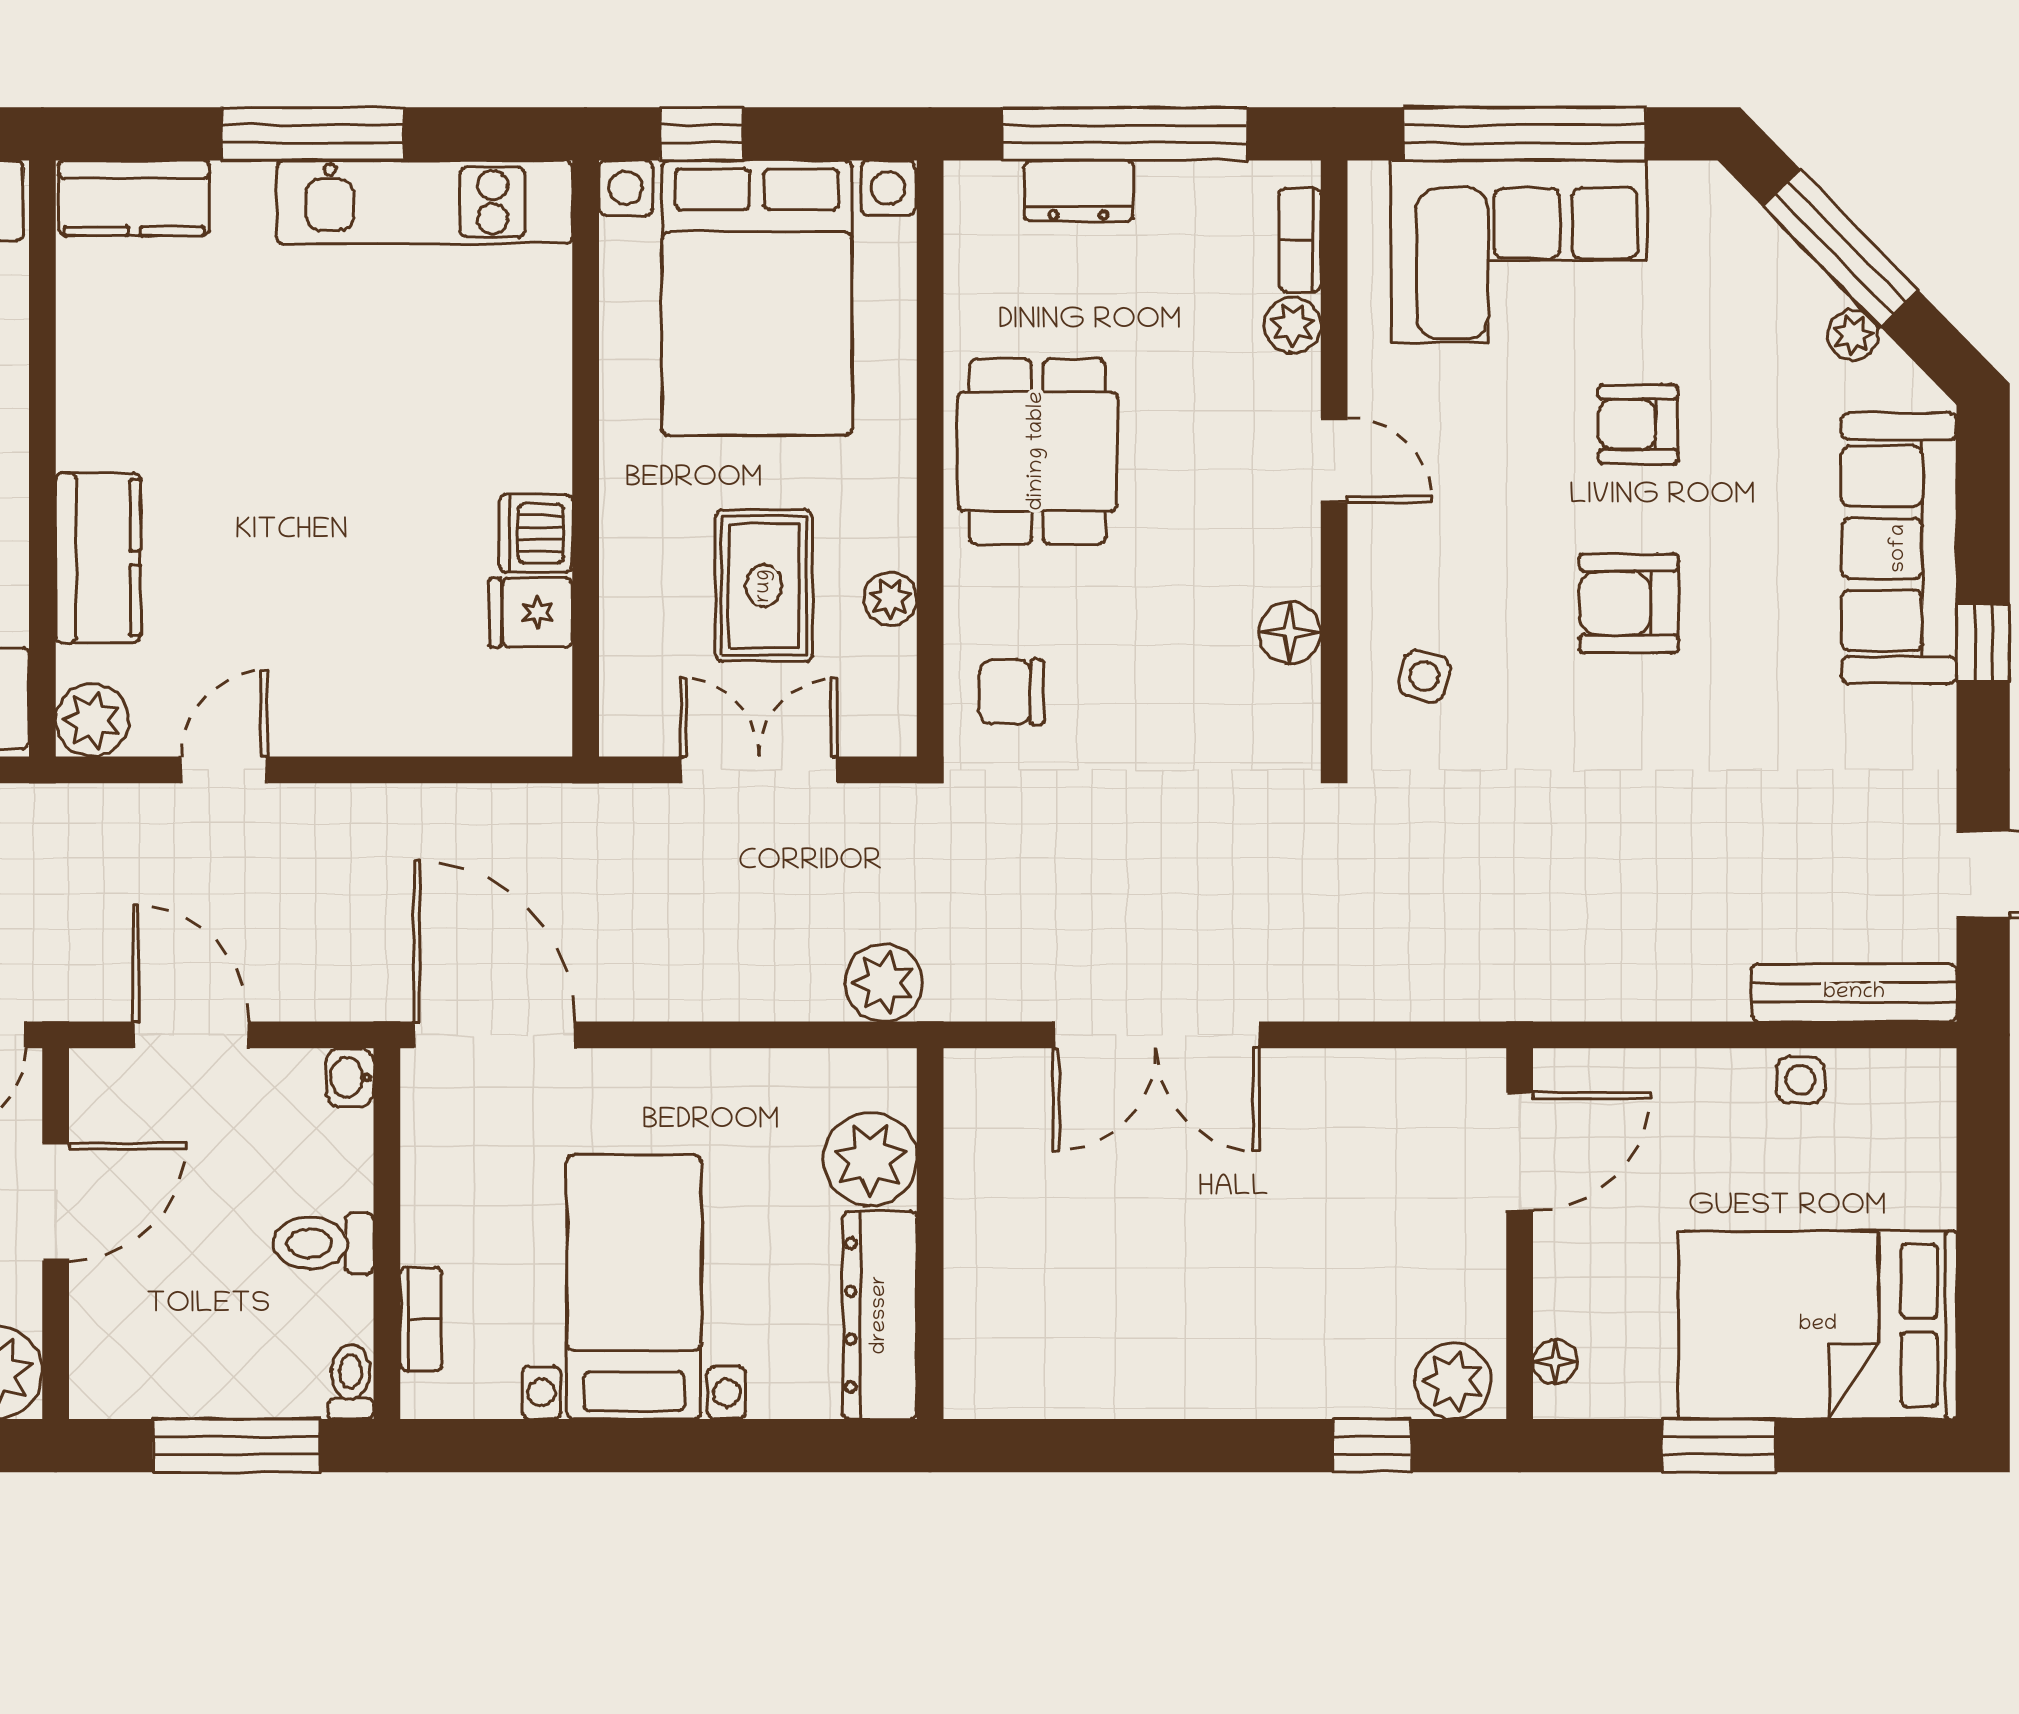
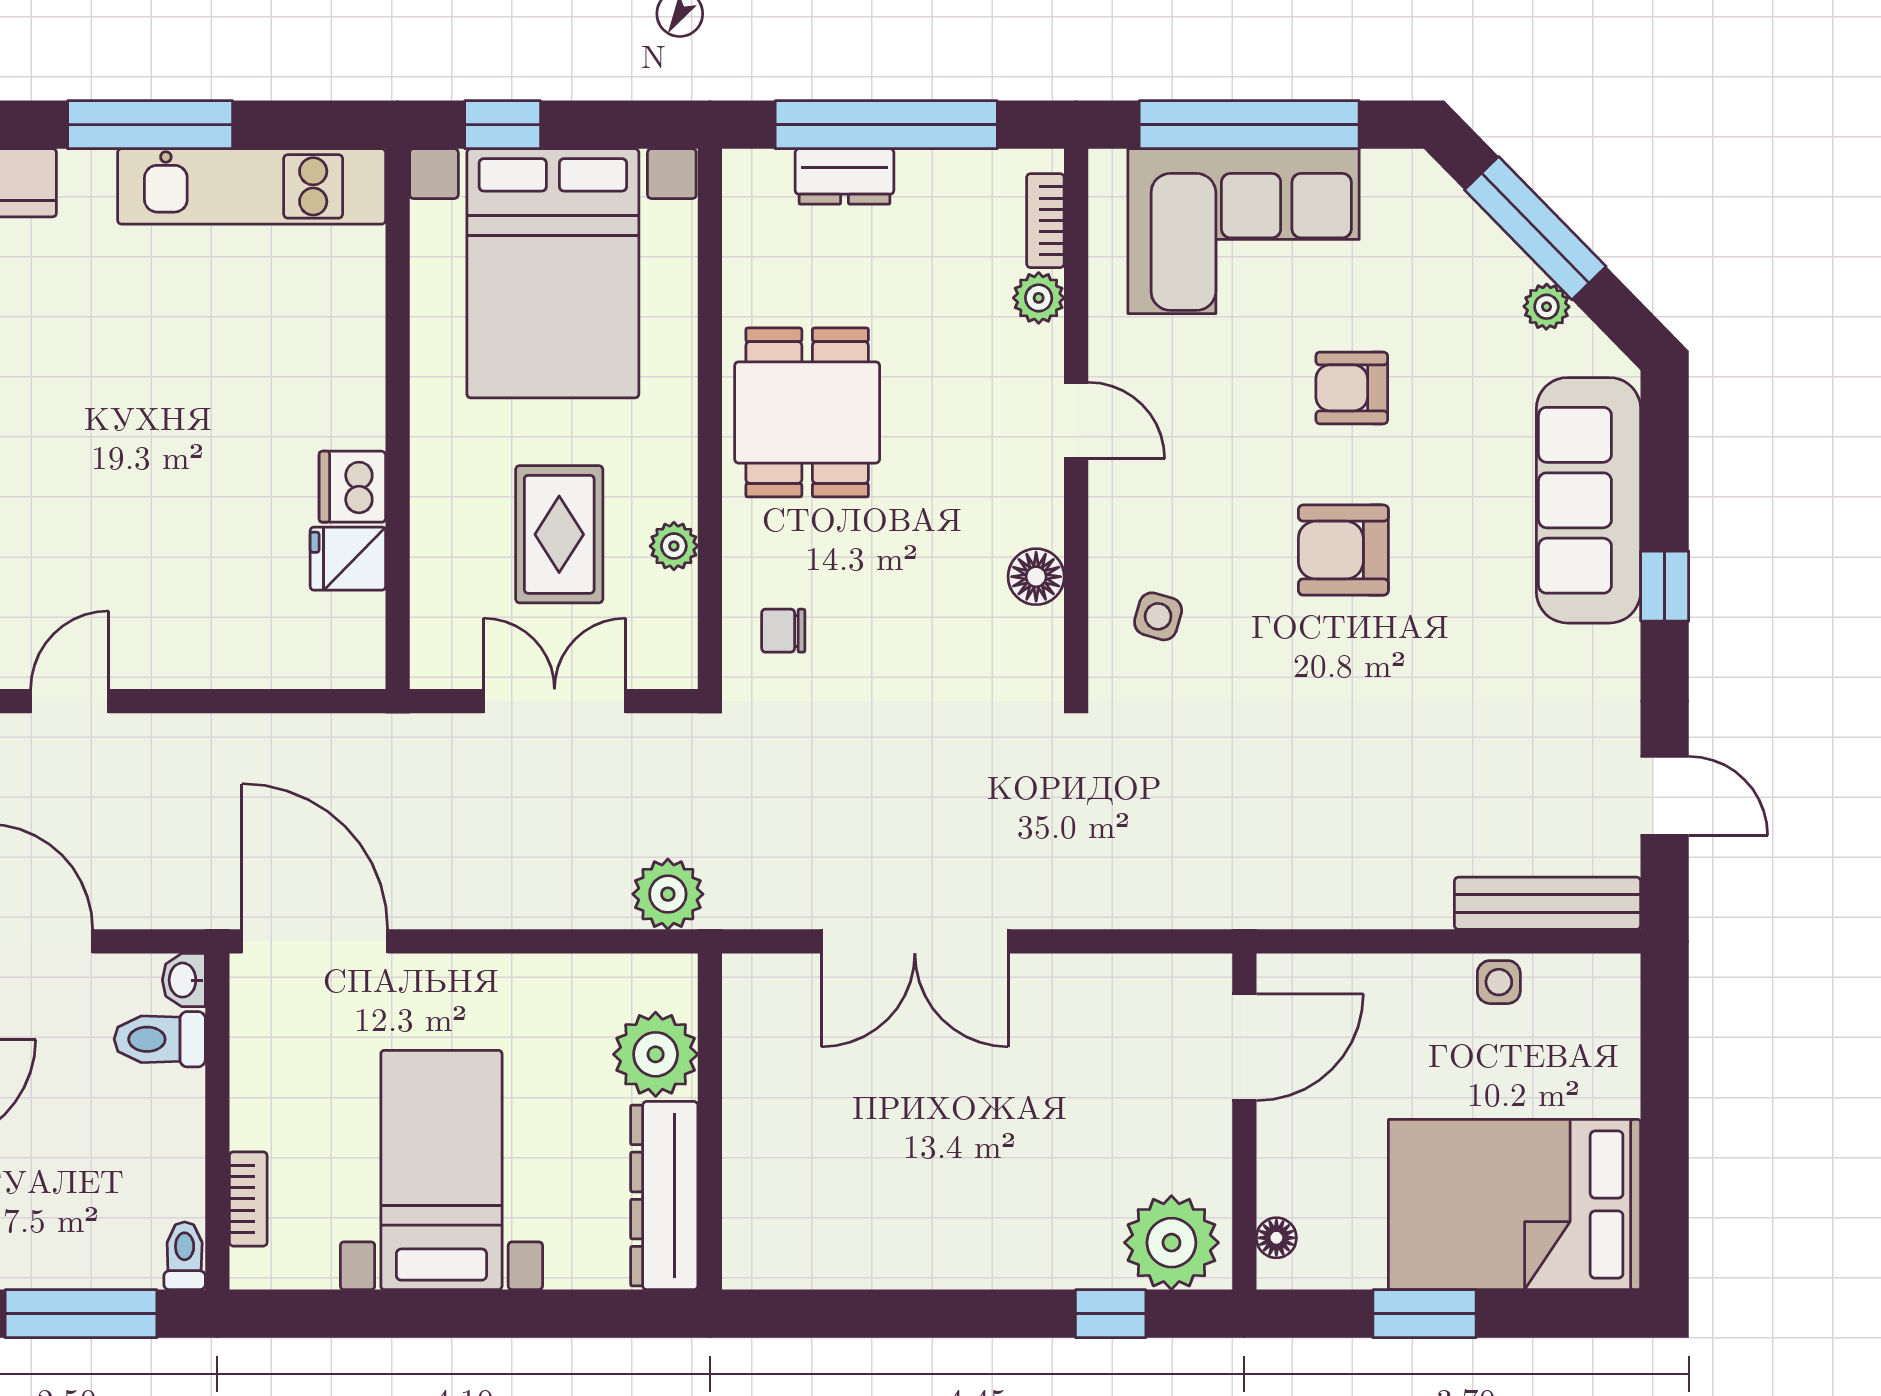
chair: (1011, 692) -> (783, 631), width x0.73, depth x0.73
toilet: (323, 1243) -> (160, 1039), moved
plant: (1453, 1381) -> (1171, 1243), width x1.36, depth x1.36

